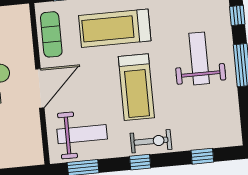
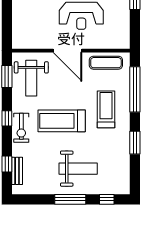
treadmill: (115, 28) -> (106, 109), width x0.73, depth x0.73
bench: (210, 141) -> (17, 171), added

